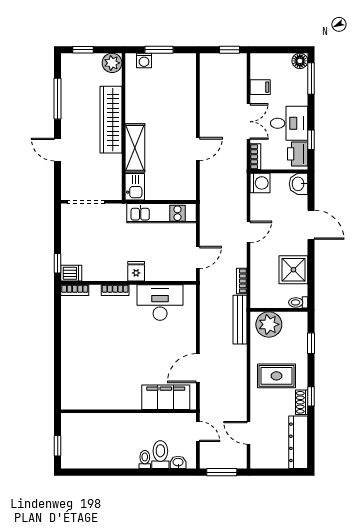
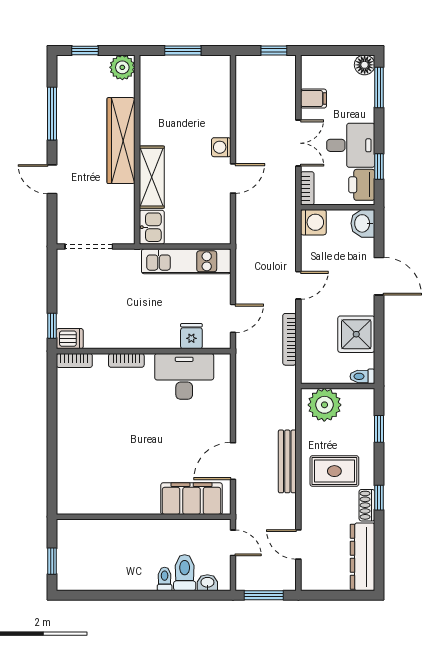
washing machine: (144, 61) -> (221, 147), moved, turned 90
fridge: (136, 271) -> (191, 336), moved
bookcase: (242, 281) -> (290, 339), width x1.56
bench: (240, 320) -> (287, 461), moved

